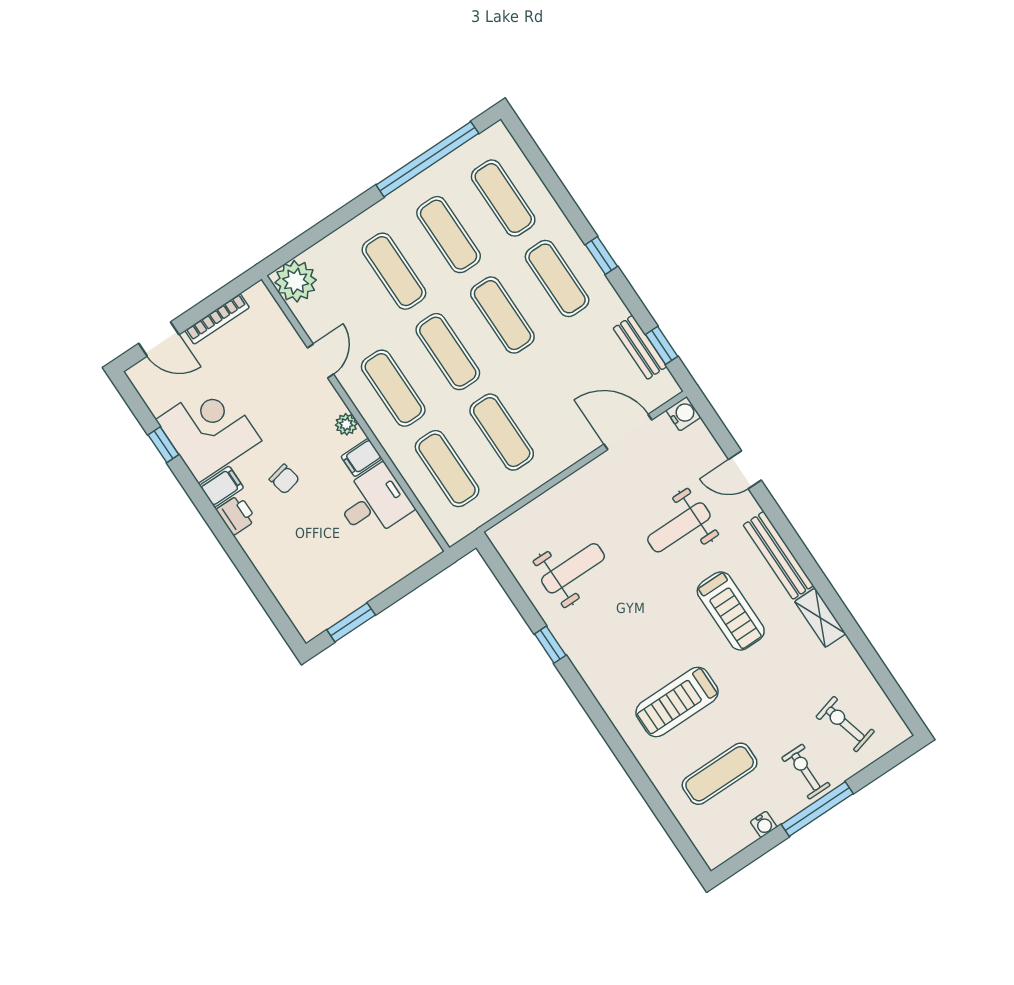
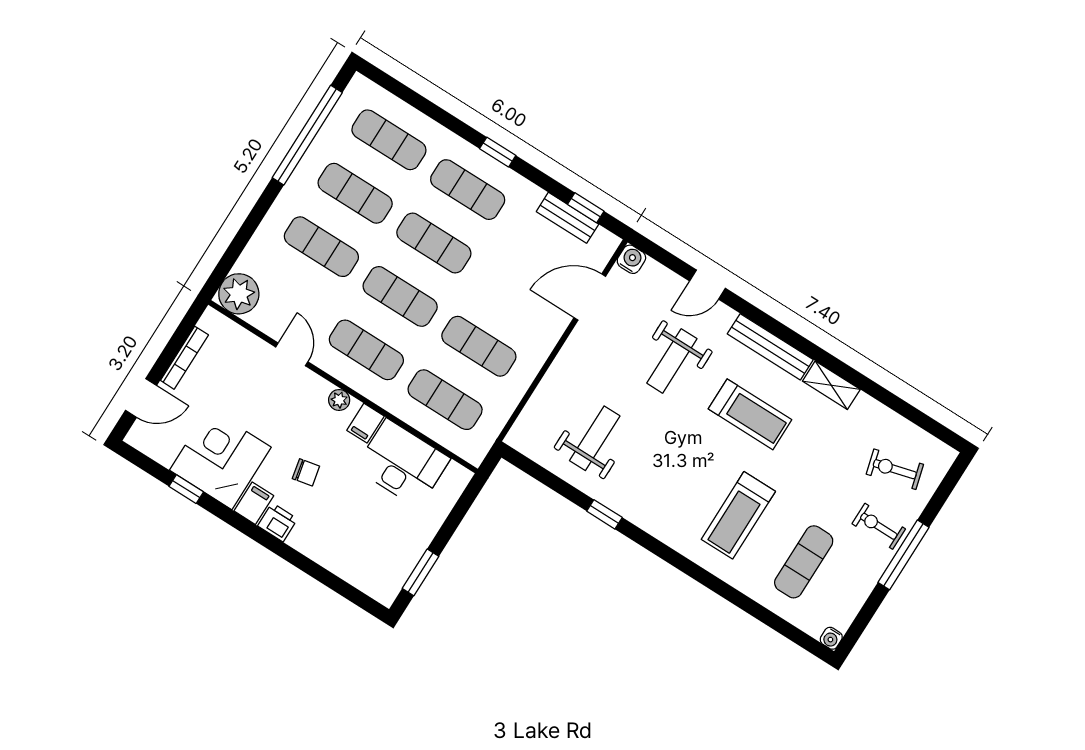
desk: (374, 502) -> (403, 463), width x1.37
water cooler: (764, 824) -> (831, 638), moved, turned 90

